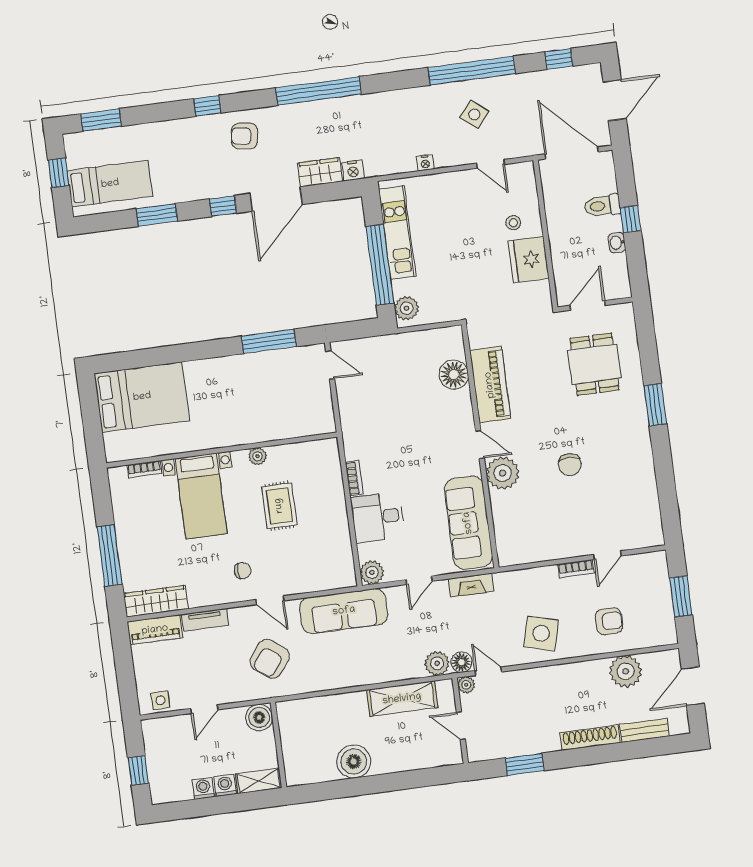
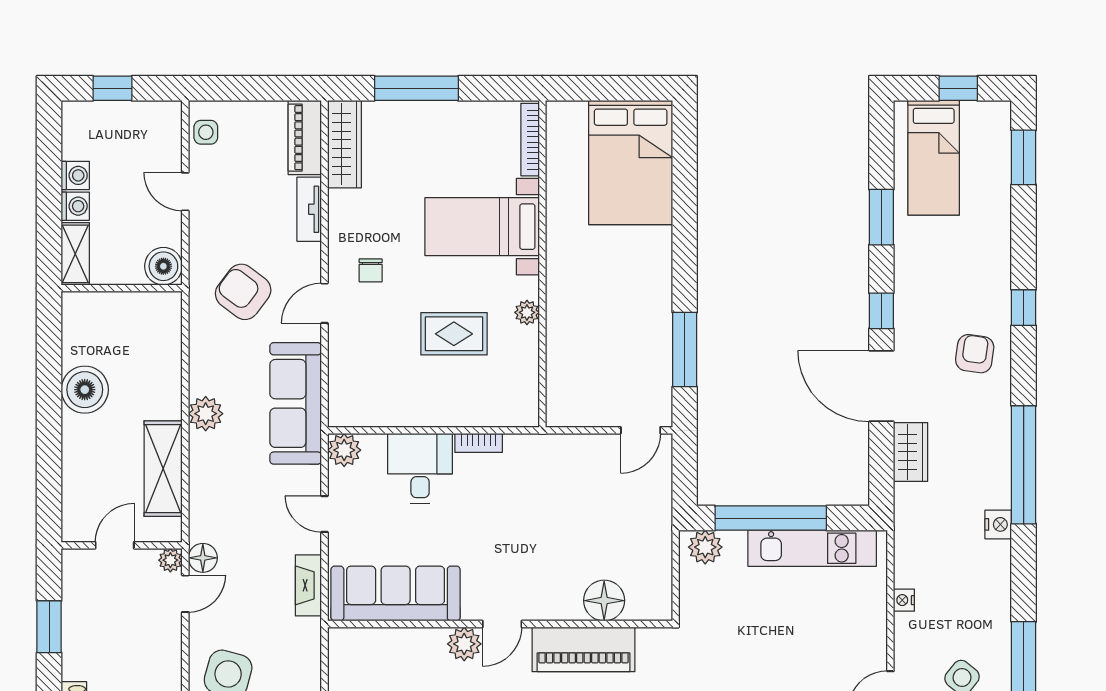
nightstand: (353, 170) -> (998, 524), moved, turned 180
bookcase: (144, 469) -> (530, 140), width x1.56
plant: (503, 473) -> (464, 644), width x0.73, depth x0.73
plant: (437, 663) -> (206, 414), moved

